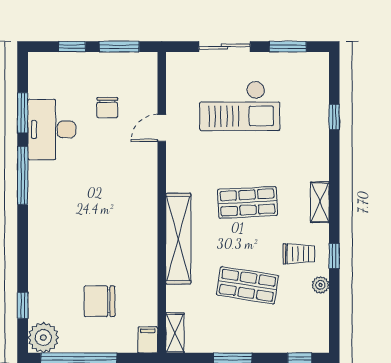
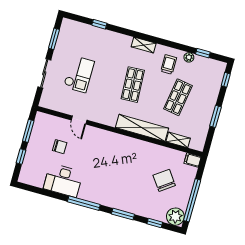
checkout: (240, 106) -> (79, 74), width x0.73, depth x0.83
window: (23, 113) -> (123, 214), moved
window: (334, 256) -> (203, 53), moved
chair: (100, 301) -> (164, 180), turned 144
shelving: (175, 333) -> (178, 140), moved

